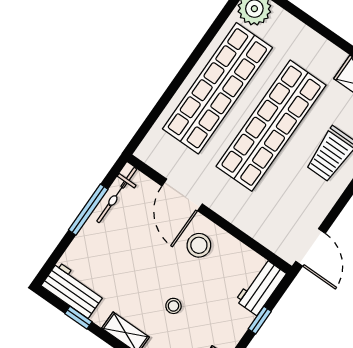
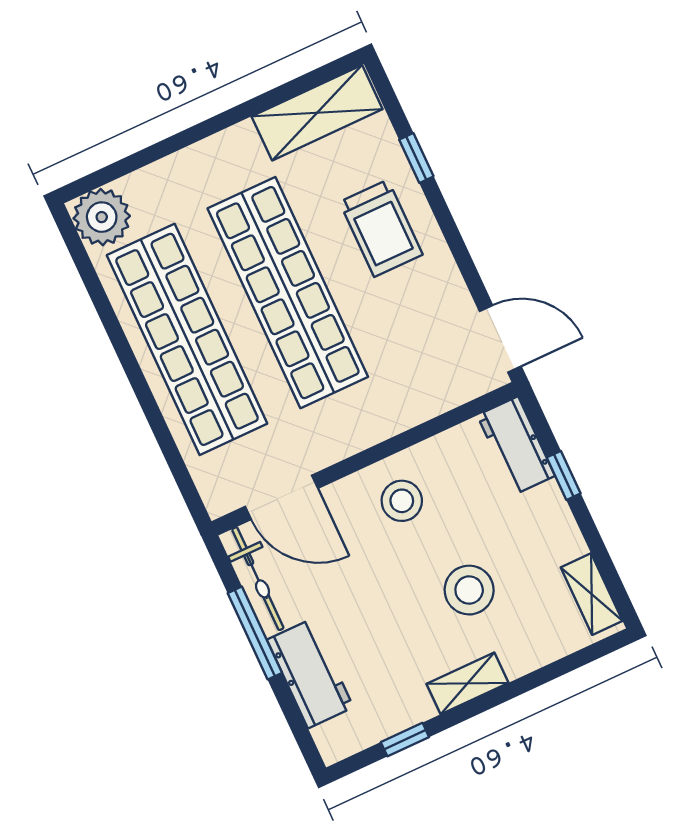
door: (182, 195) -> (281, 497), moved
workbench: (73, 290) -> (310, 673), moved, turned 90
stool: (173, 306) -> (469, 590), width x1.89, depth x1.89

